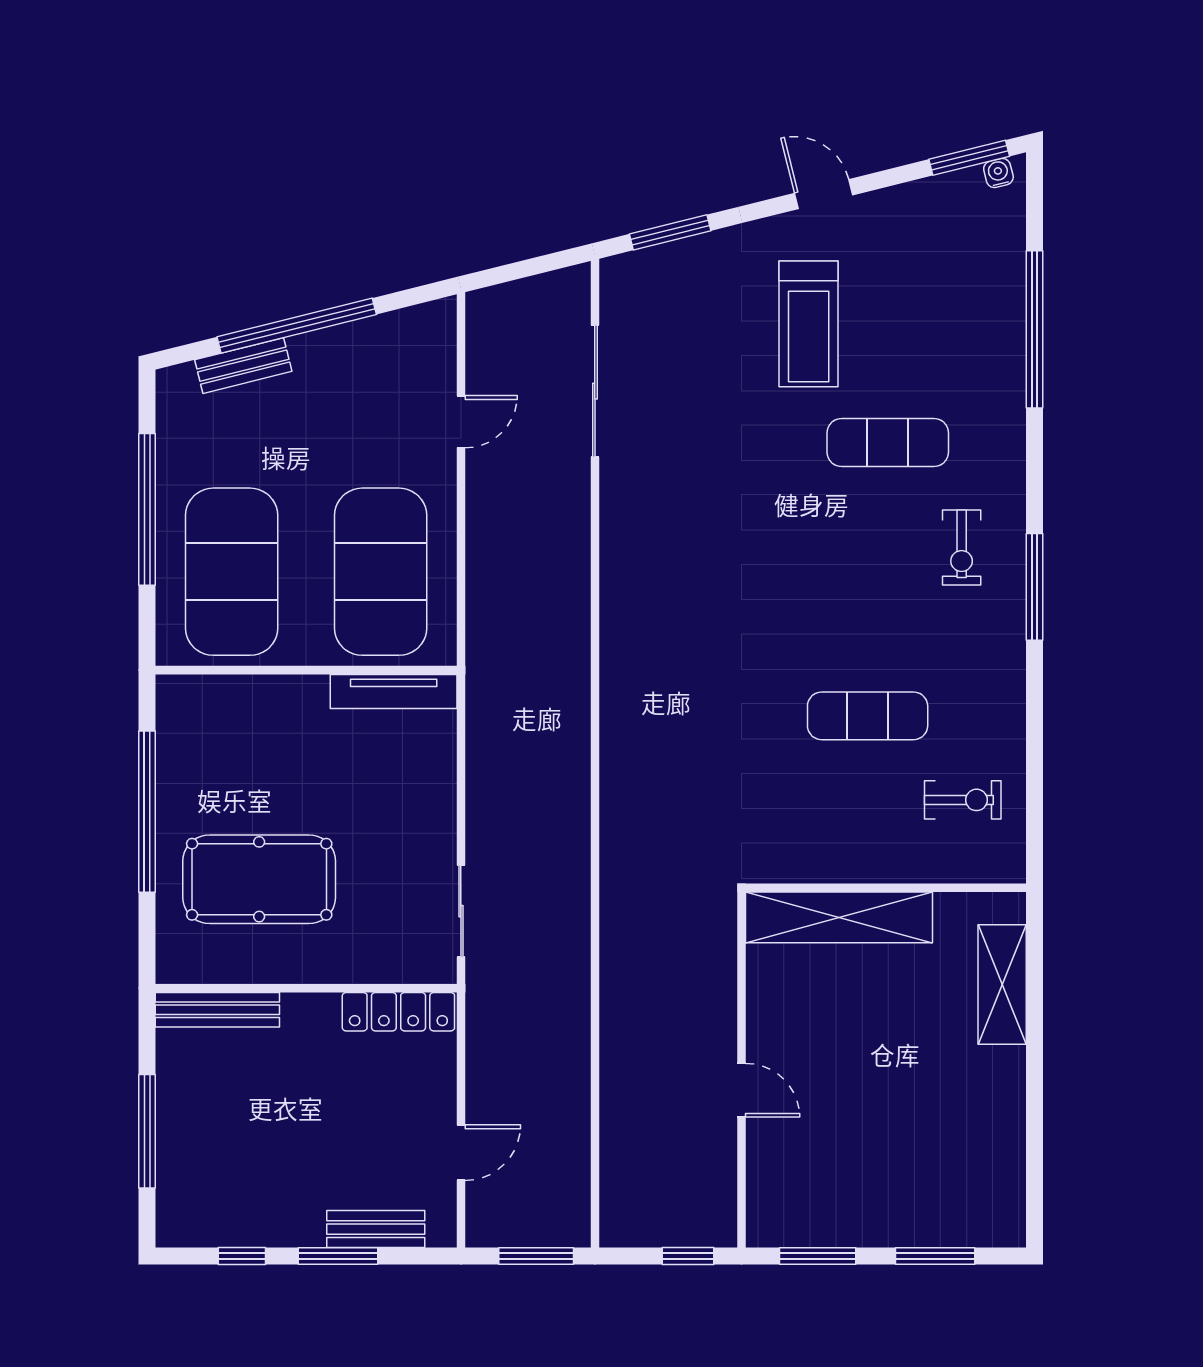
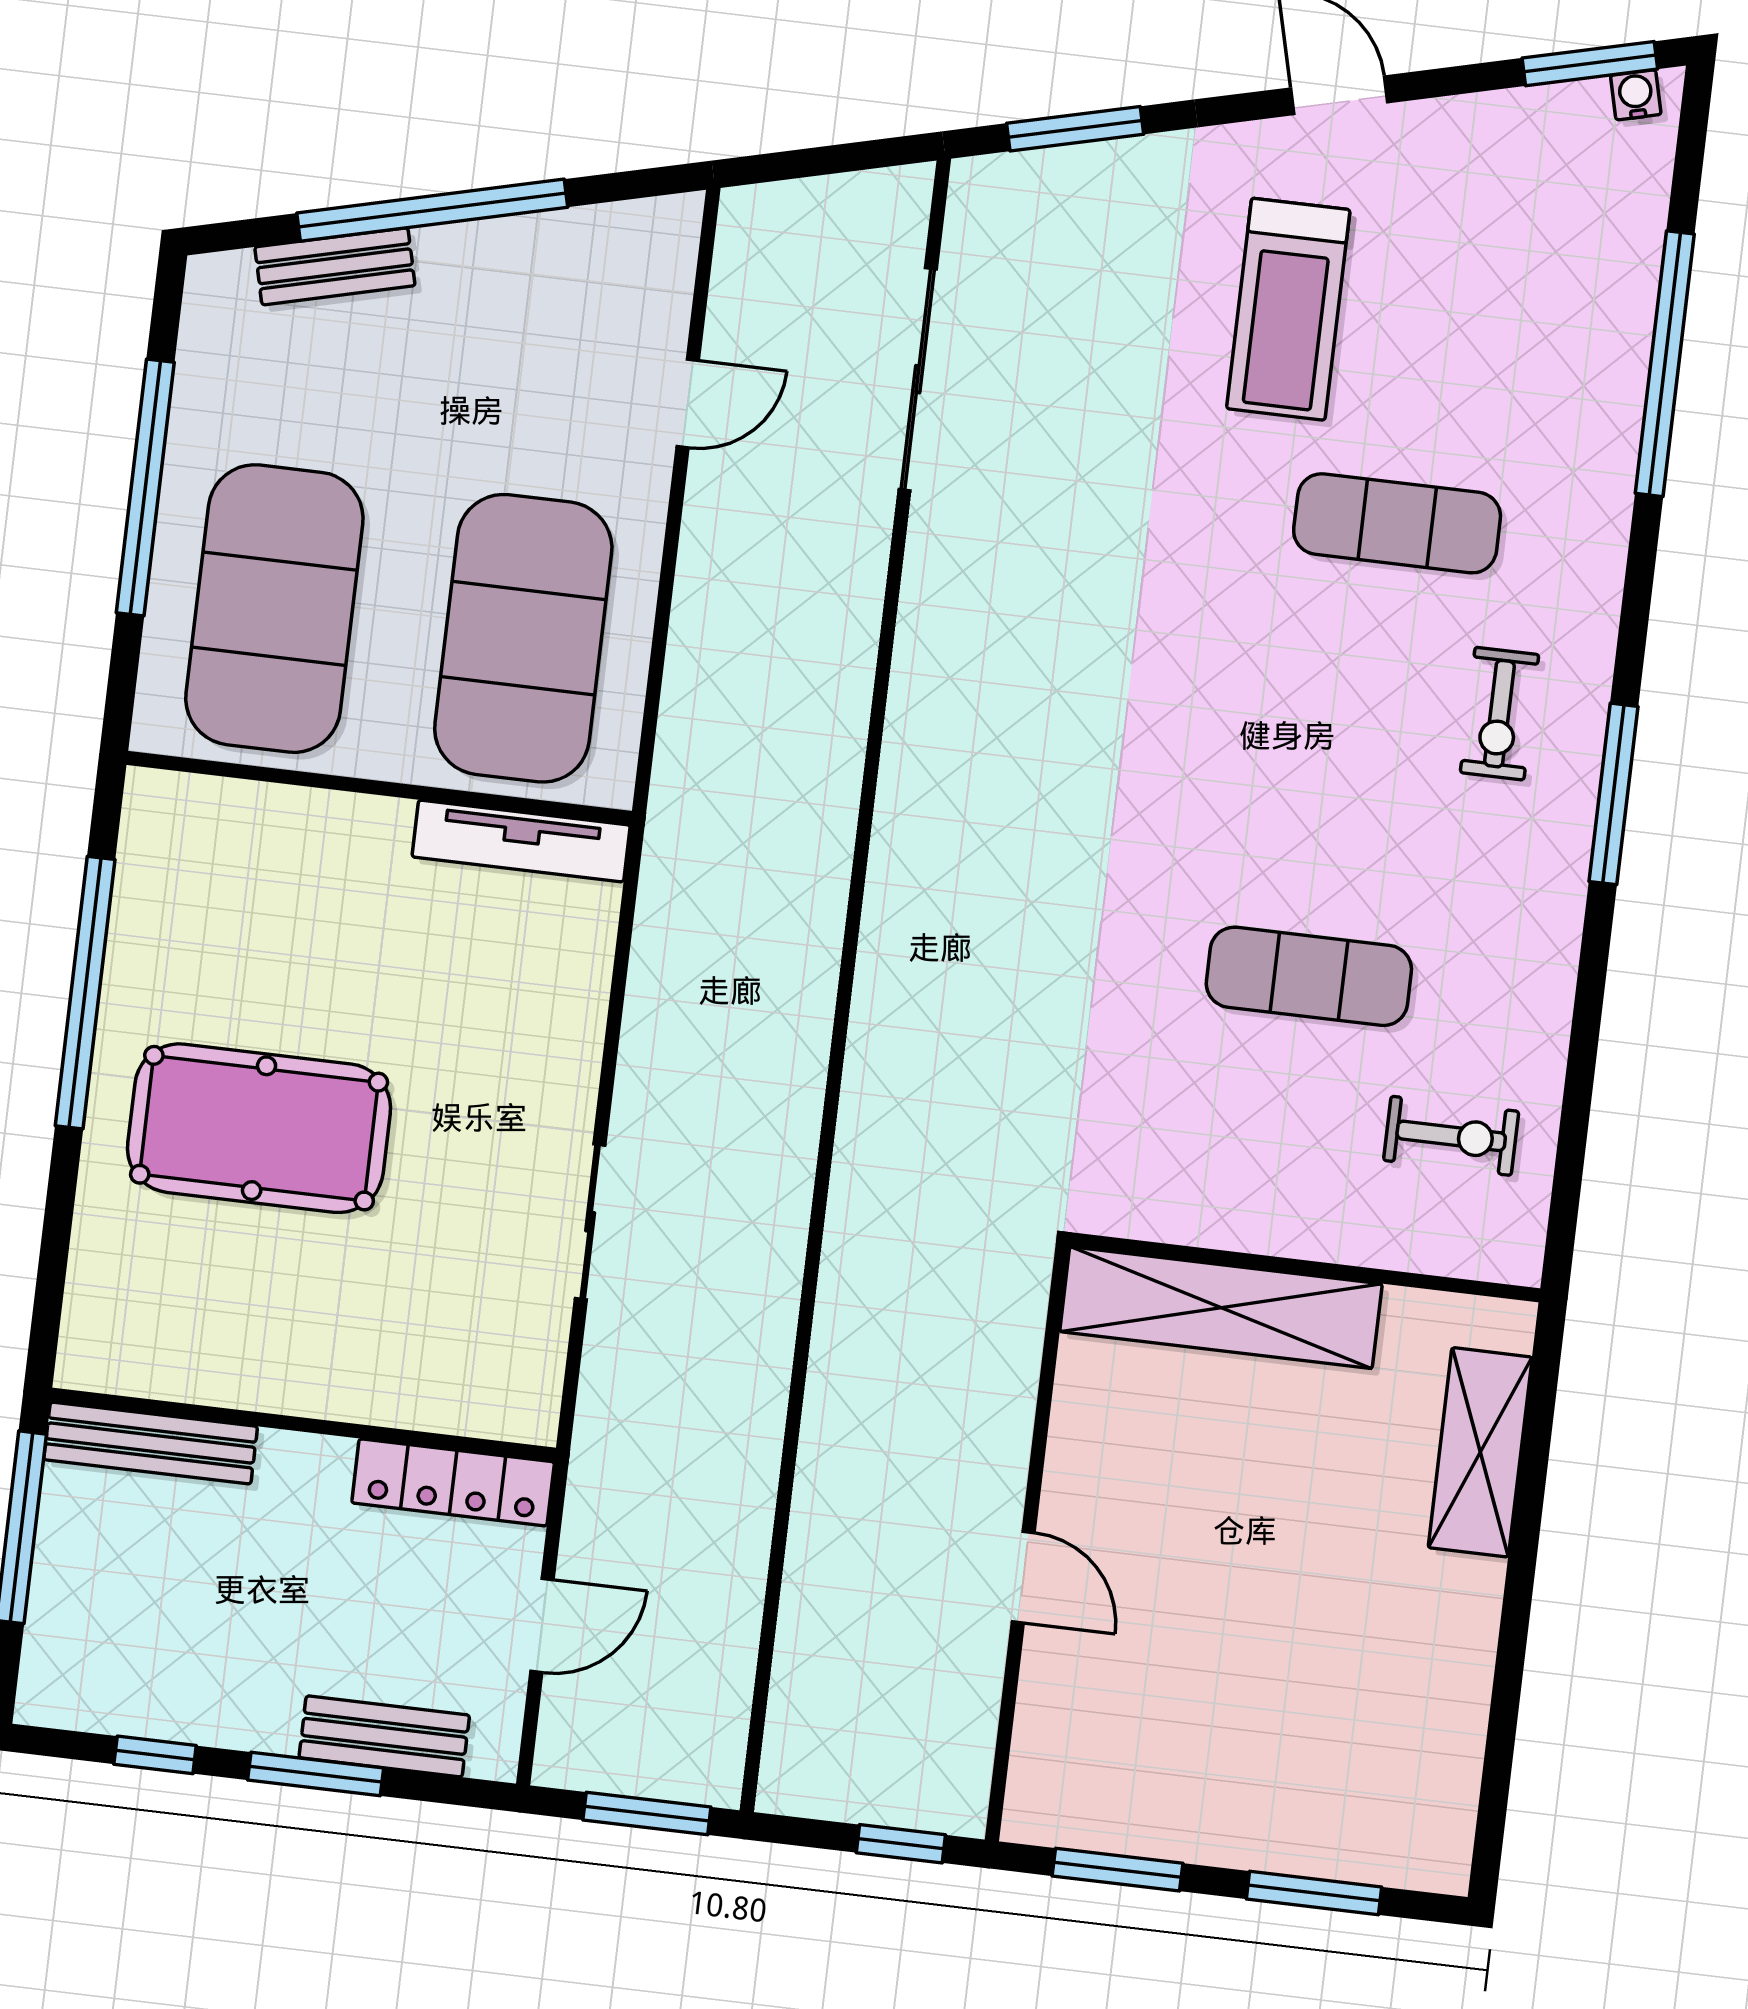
wall: (306, 988) -> (303, 1425), moved
bench: (217, 1010) -> (151, 1443), moved
locker: (398, 1012) -> (453, 1482), moved

